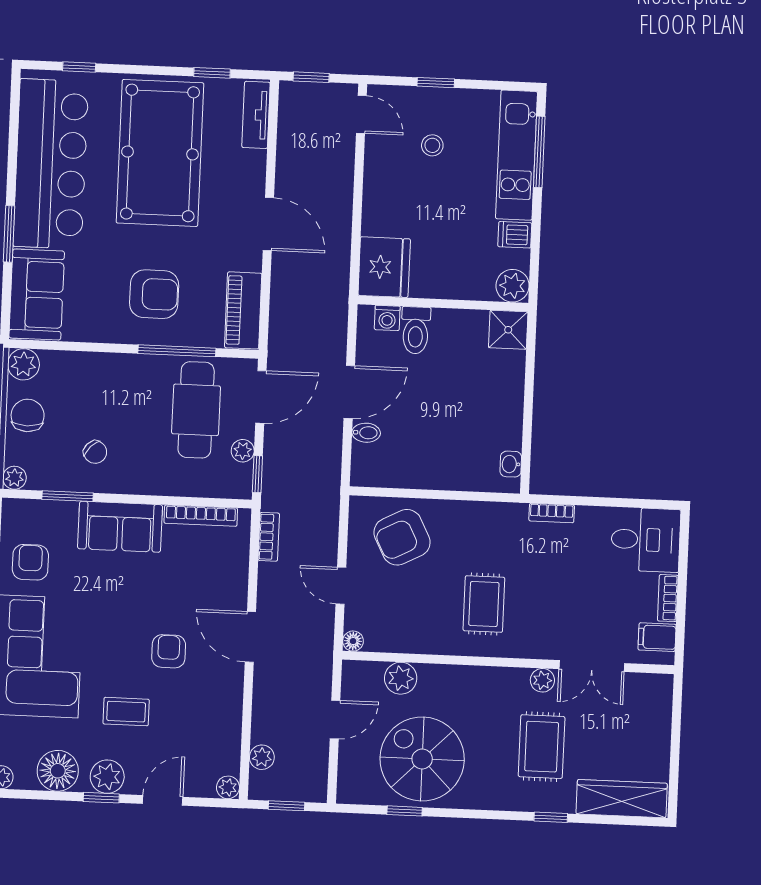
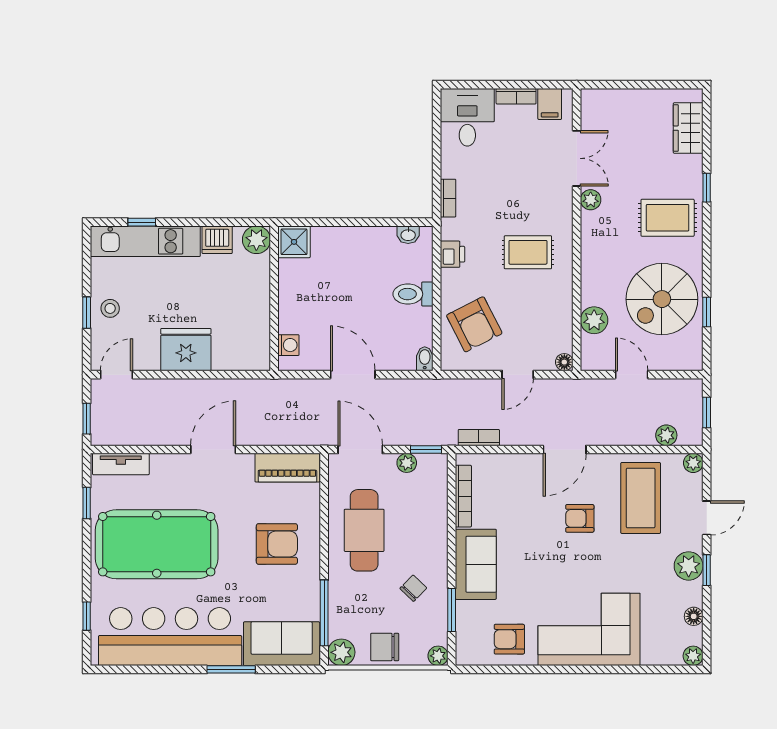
stool: (432, 145) -> (110, 308), moved
window: (539, 152) -> (142, 222), width x0.46
dishwasher: (515, 235) -> (217, 240), width x1.38
fridge: (384, 267) -> (186, 350), moved
armchair: (154, 294) -> (277, 544), turned 90
toilet: (416, 330) -> (413, 294), moved, turned 180
window: (177, 351) -> (324, 613), moved
cafe table: (196, 410) -> (364, 530), moved, turned 90
bidet: (366, 433) -> (425, 359), moved
printer: (486, 515) -> (453, 254), added
coffee table: (126, 712) -> (641, 498), moved, width x1.86, depth x1.72
rug: (542, 747) -> (668, 218), moved
floor lamp: (58, 771) -> (694, 616), width x0.53, depth x0.53
wardrobe: (622, 799) -> (688, 128), width x0.67
door: (163, 800) -> (707, 518), swing flipped

